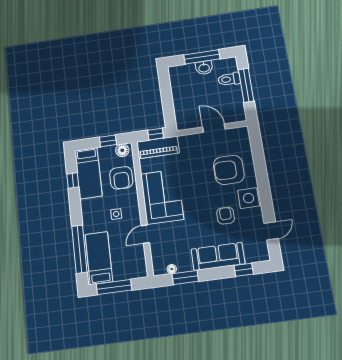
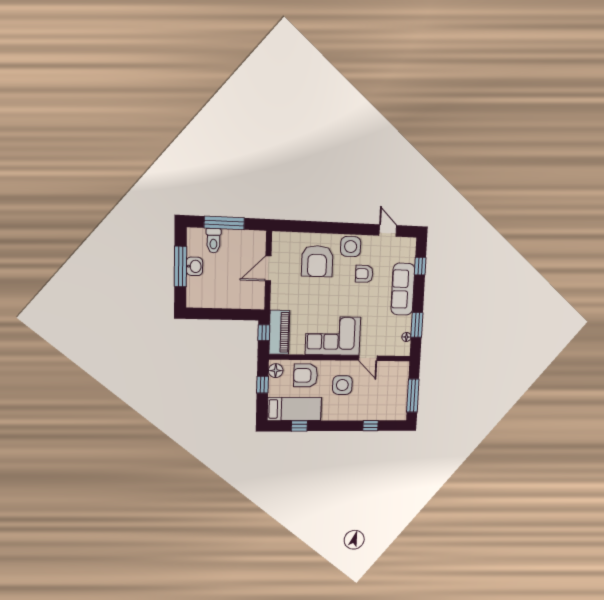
armchair: (121, 178) -> (306, 375), turned 180
side table: (116, 214) -> (342, 385), width x1.87, depth x1.87
window: (79, 249) -> (371, 426), width x0.32
bed: (99, 258) -> (383, 407), removed

